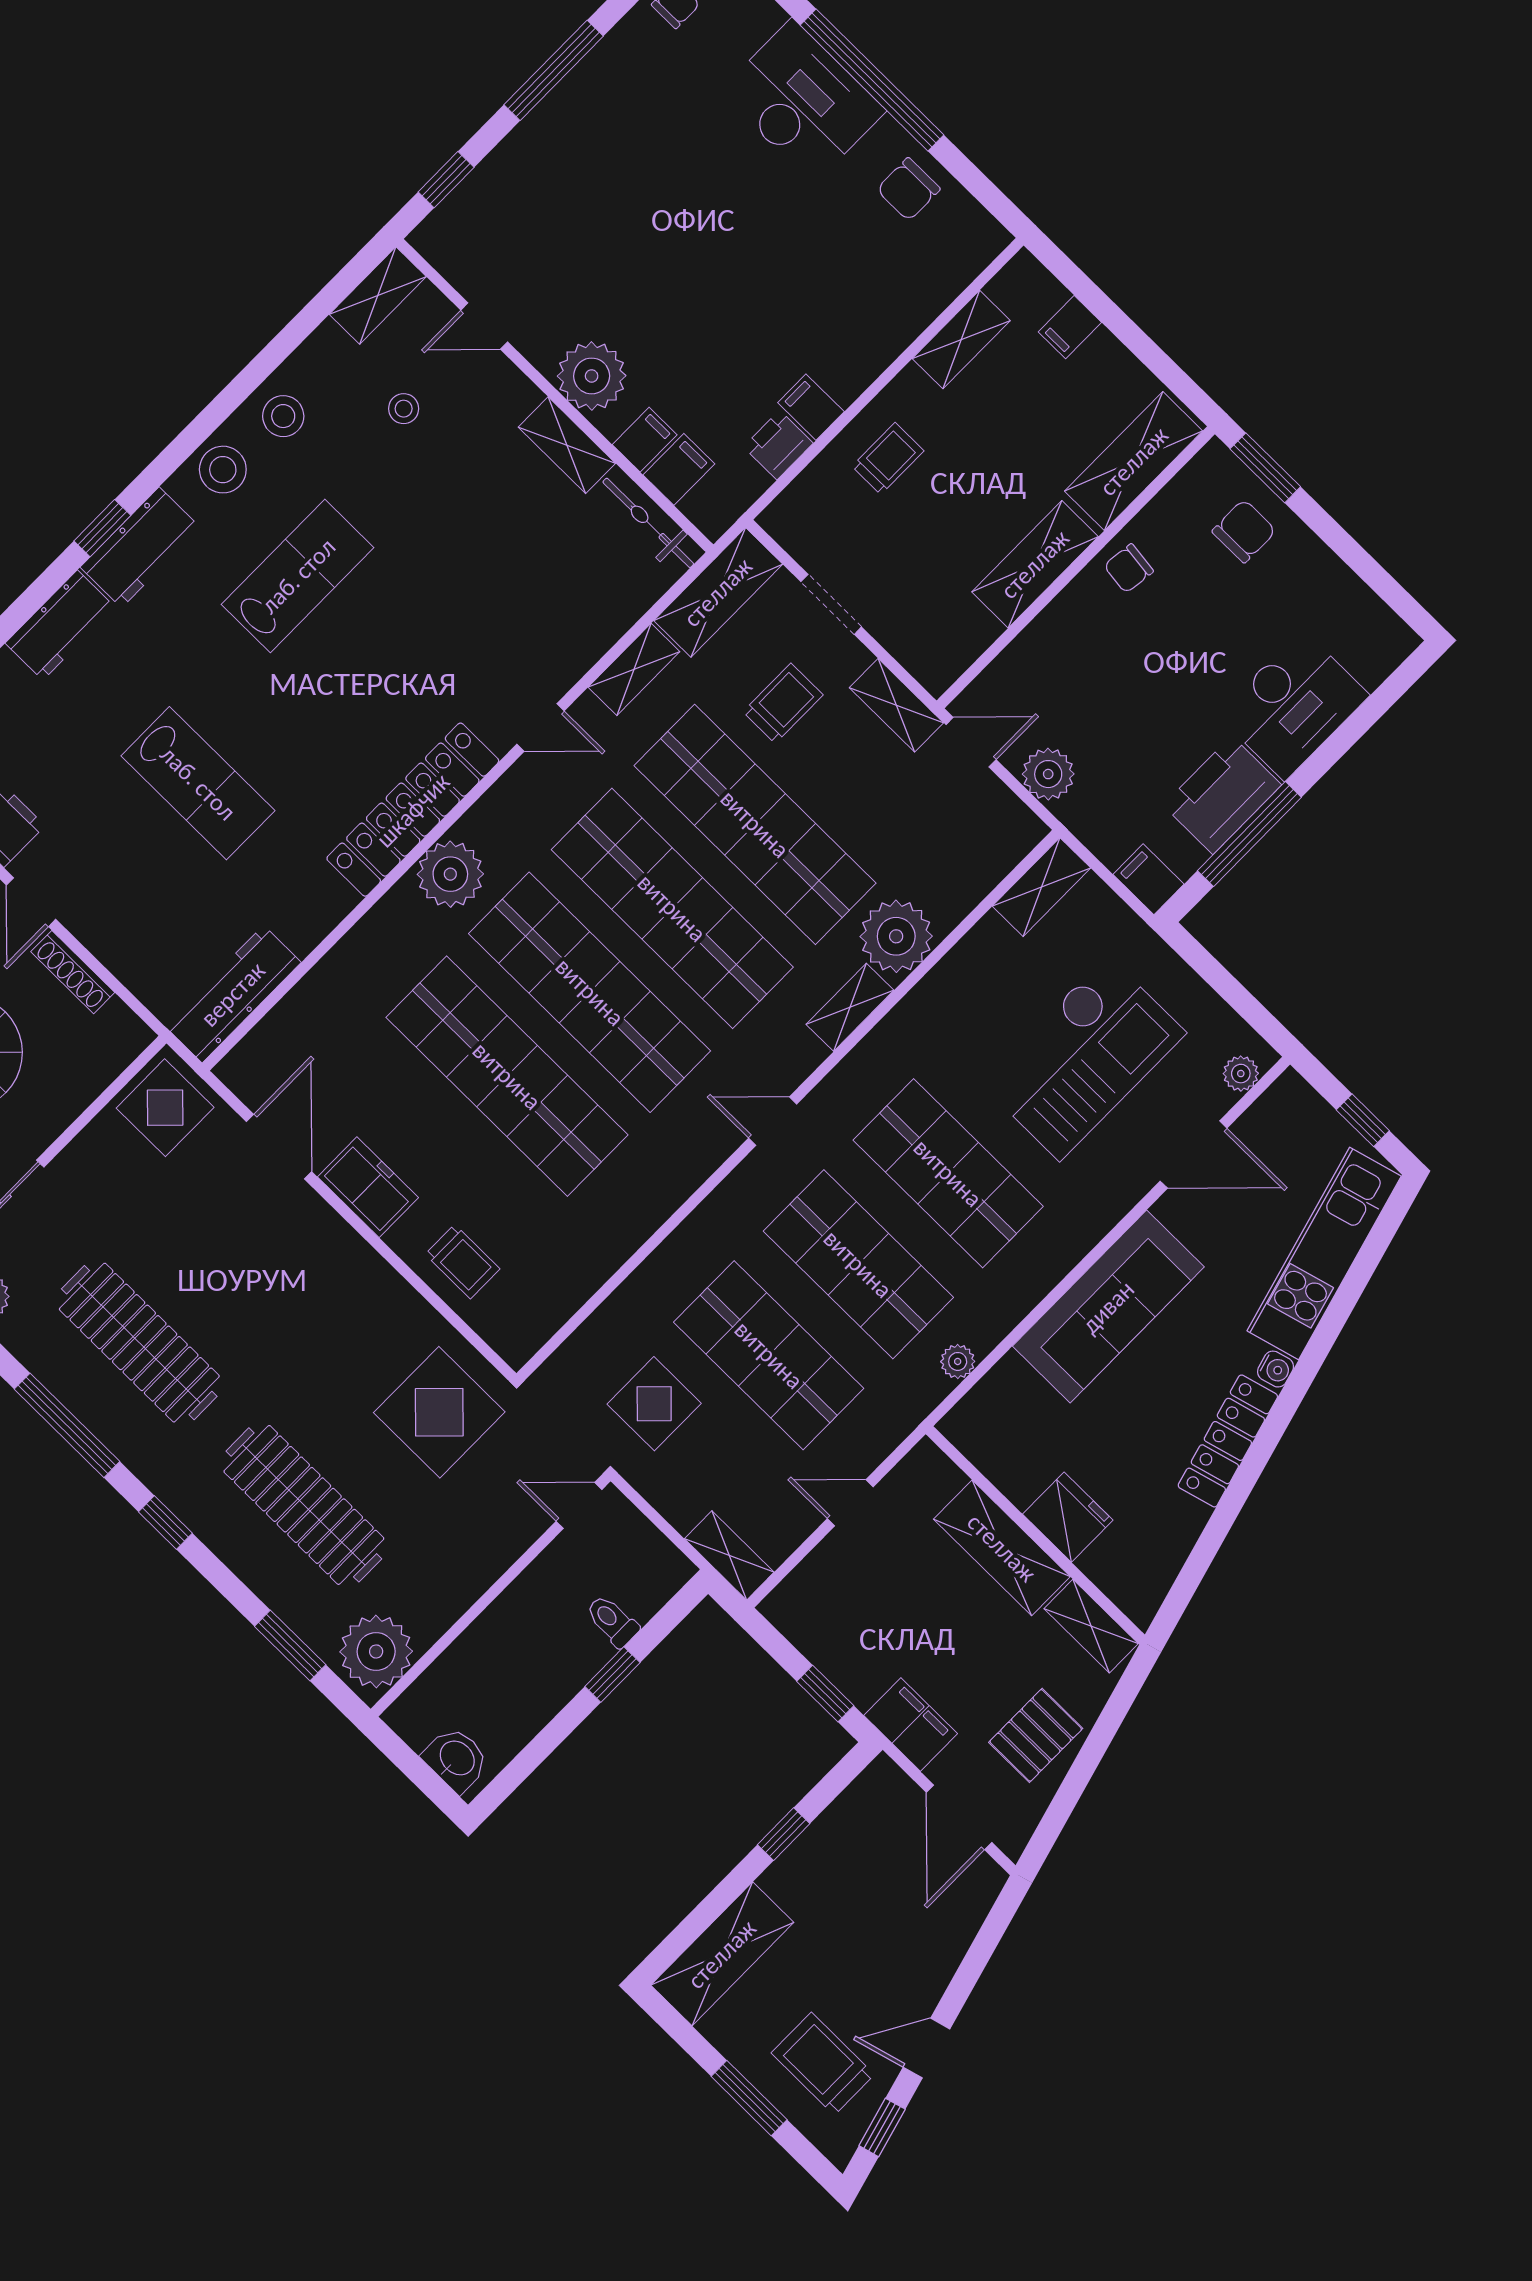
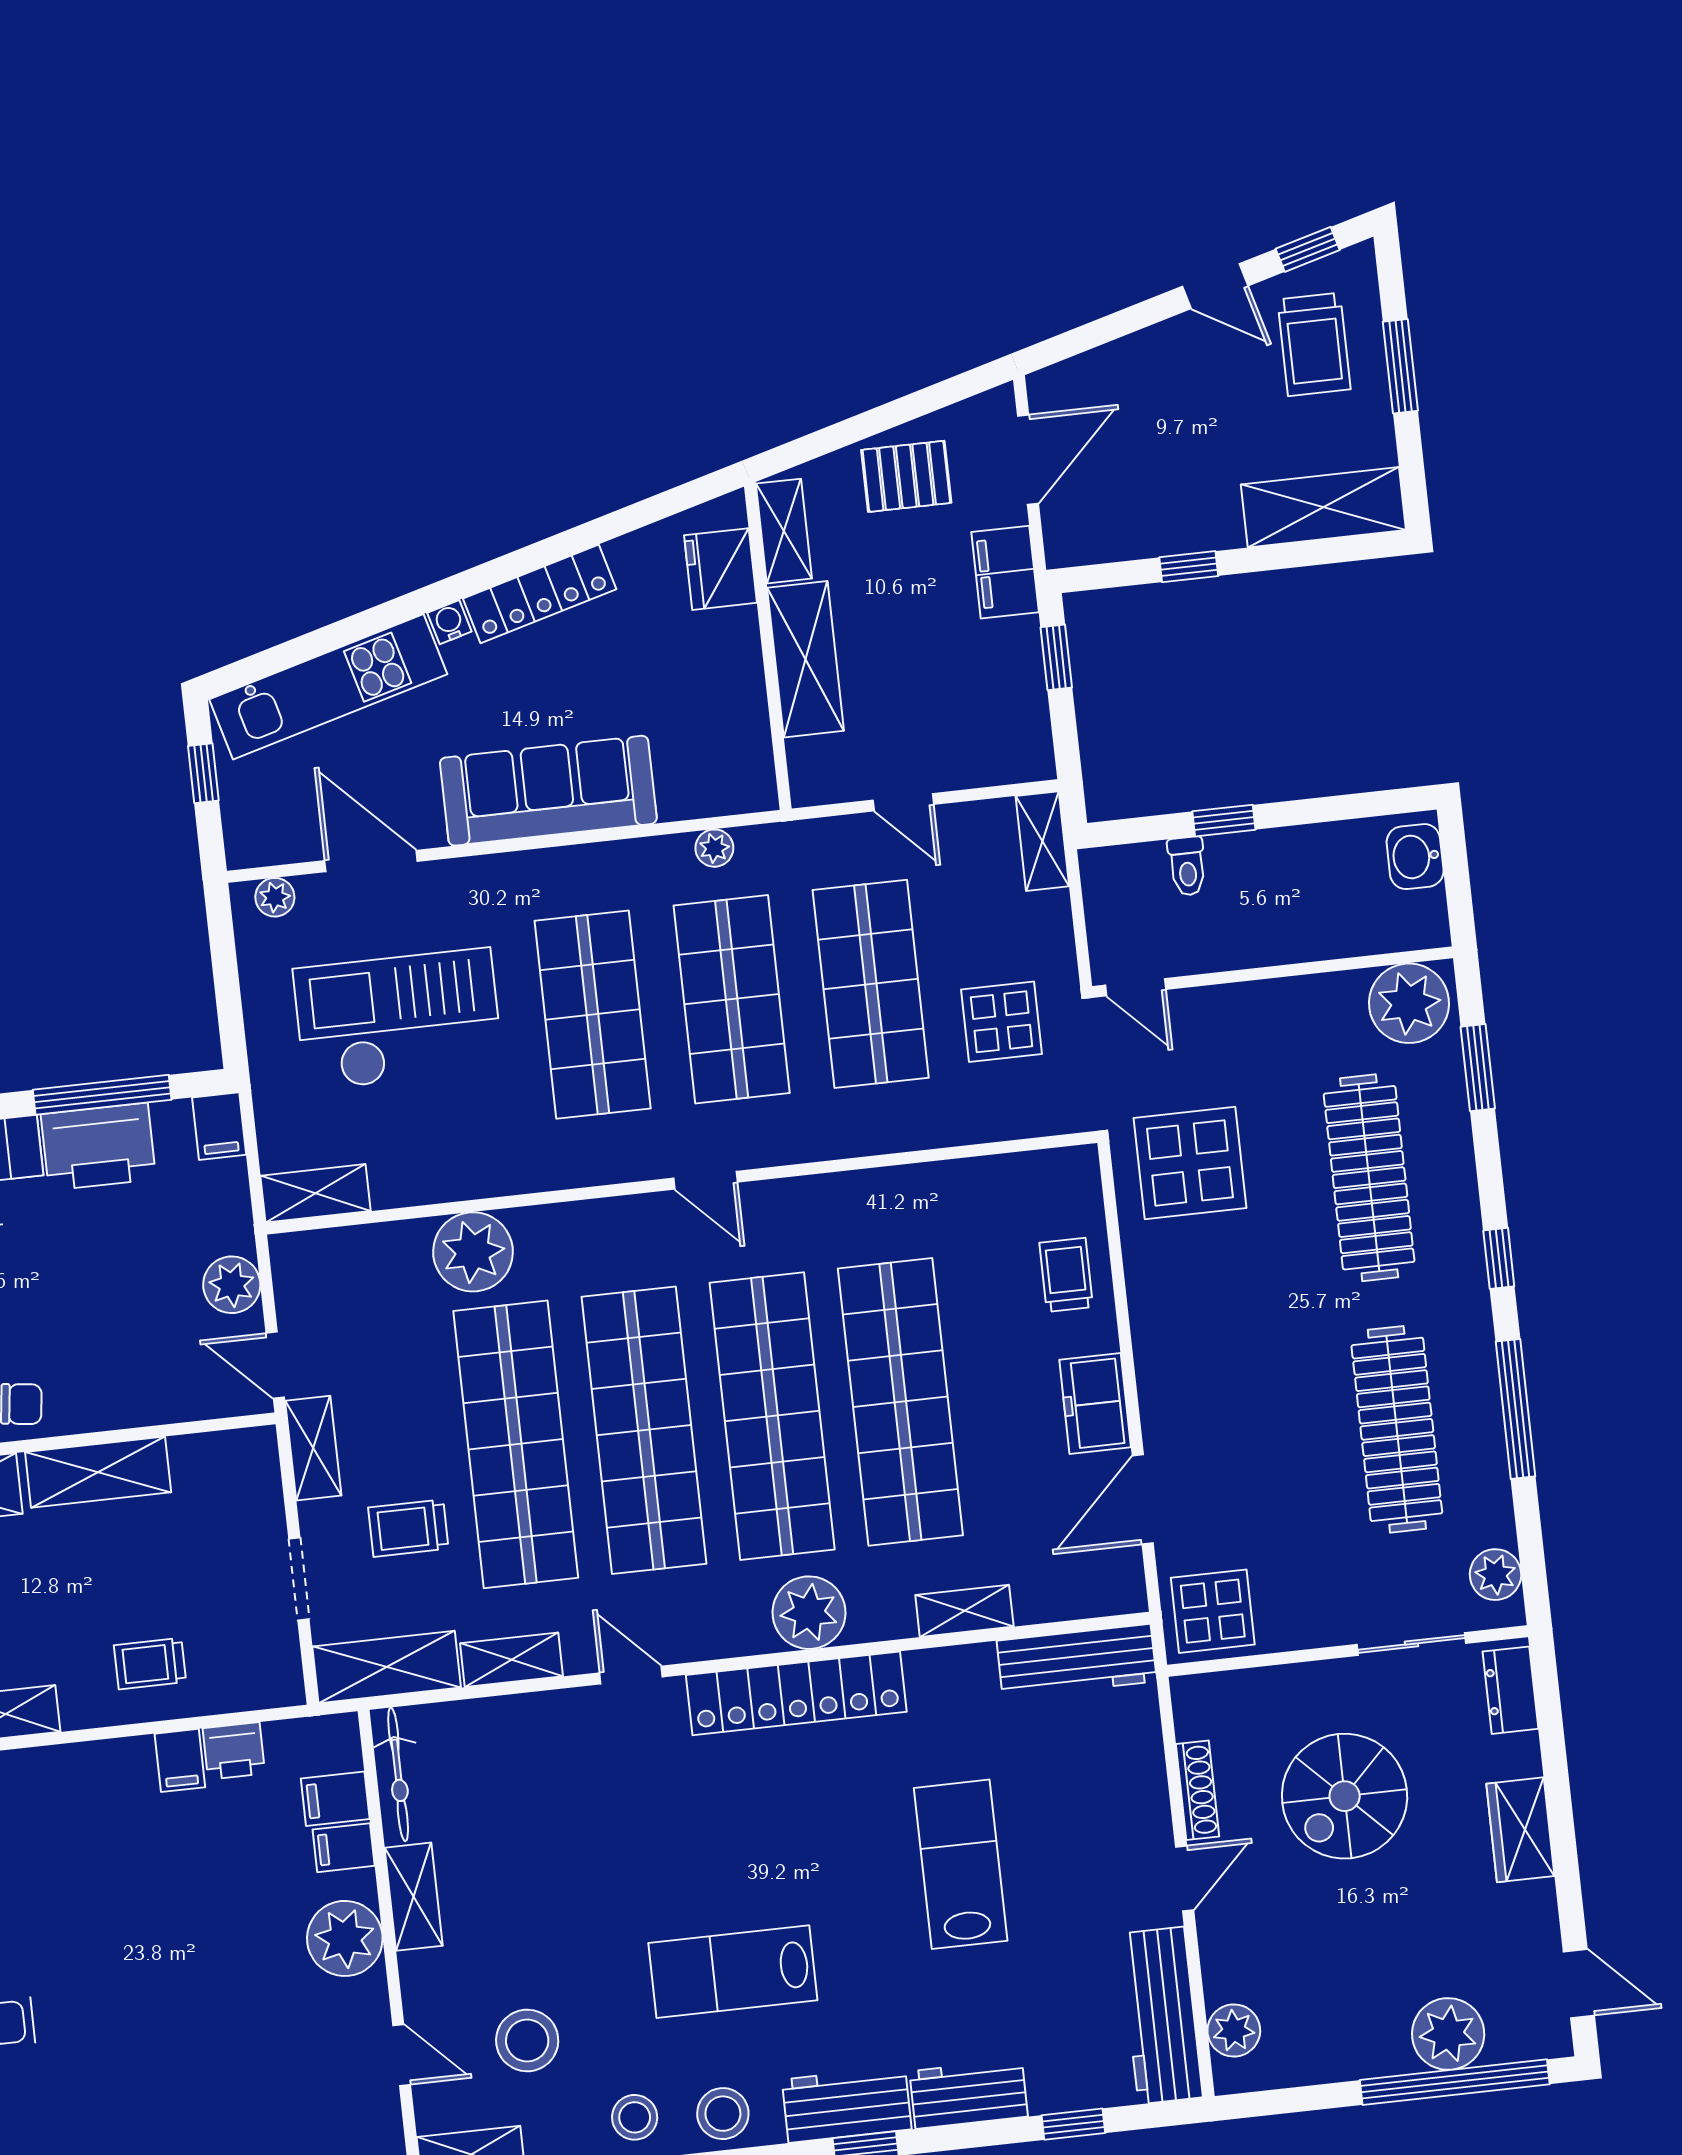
stool: (404, 409) -> (527, 2041), width x1.89, depth x1.89
shelving: (850, 1007) -> (964, 1611), moved
fridge: (1068, 1517) -> (721, 569), moved

